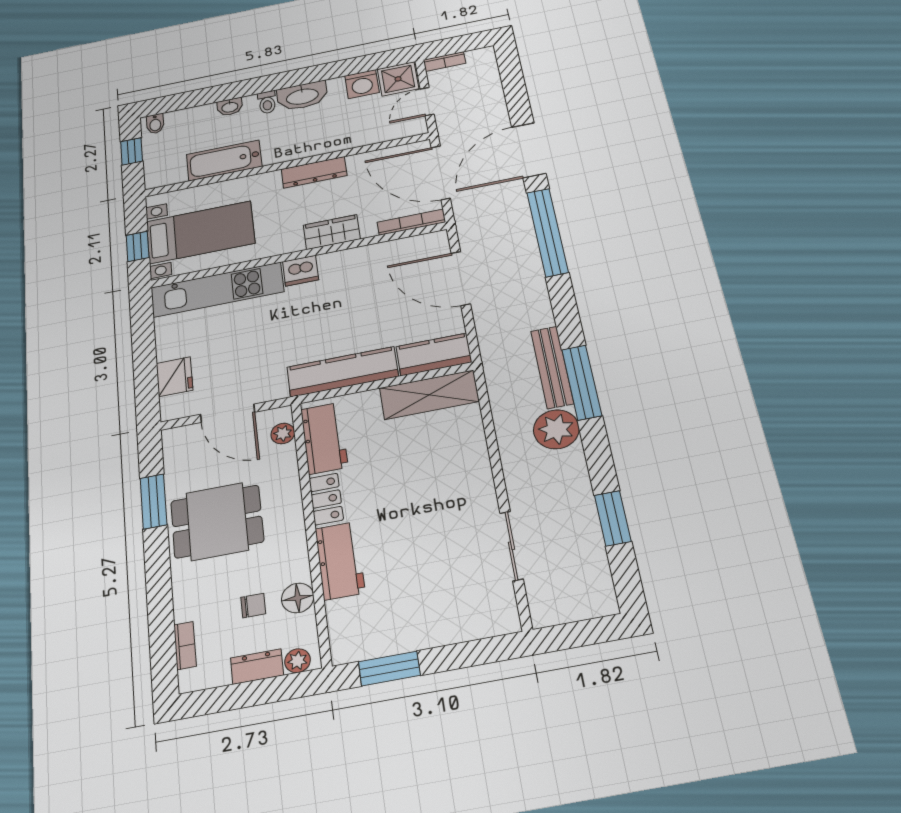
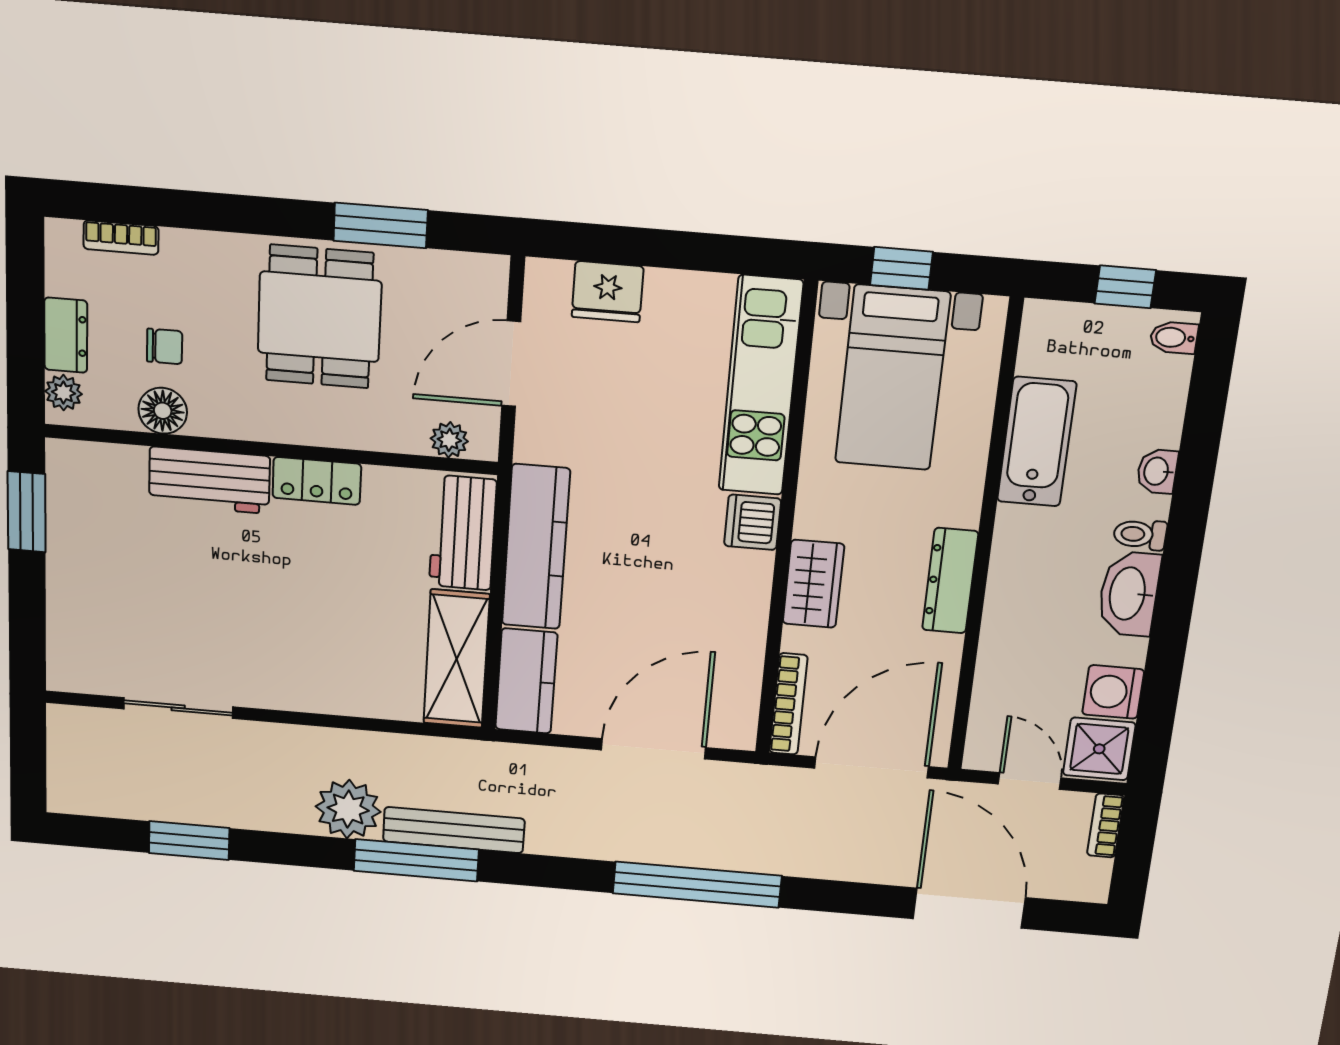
door: (529, 150) -> (969, 908), moved
workbench: (324, 438) -> (463, 533), moved, turned 90
chair: (253, 606) -> (165, 346), turned -90

